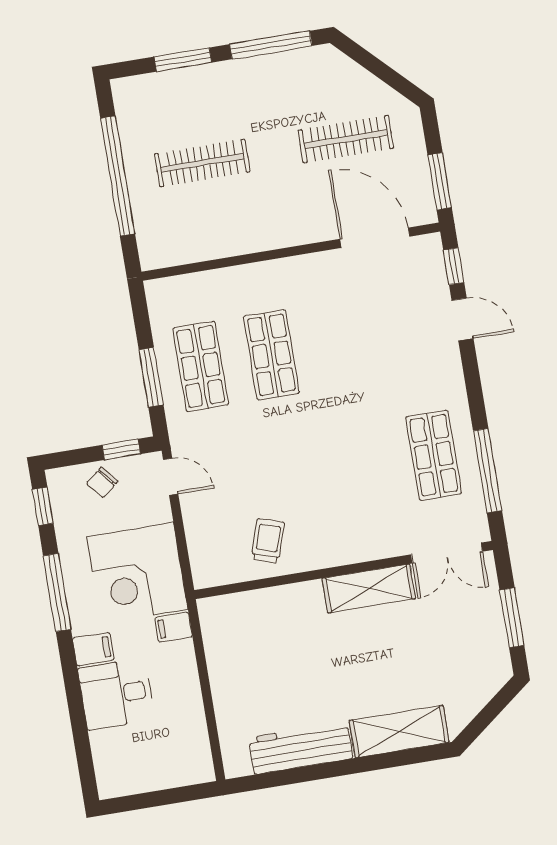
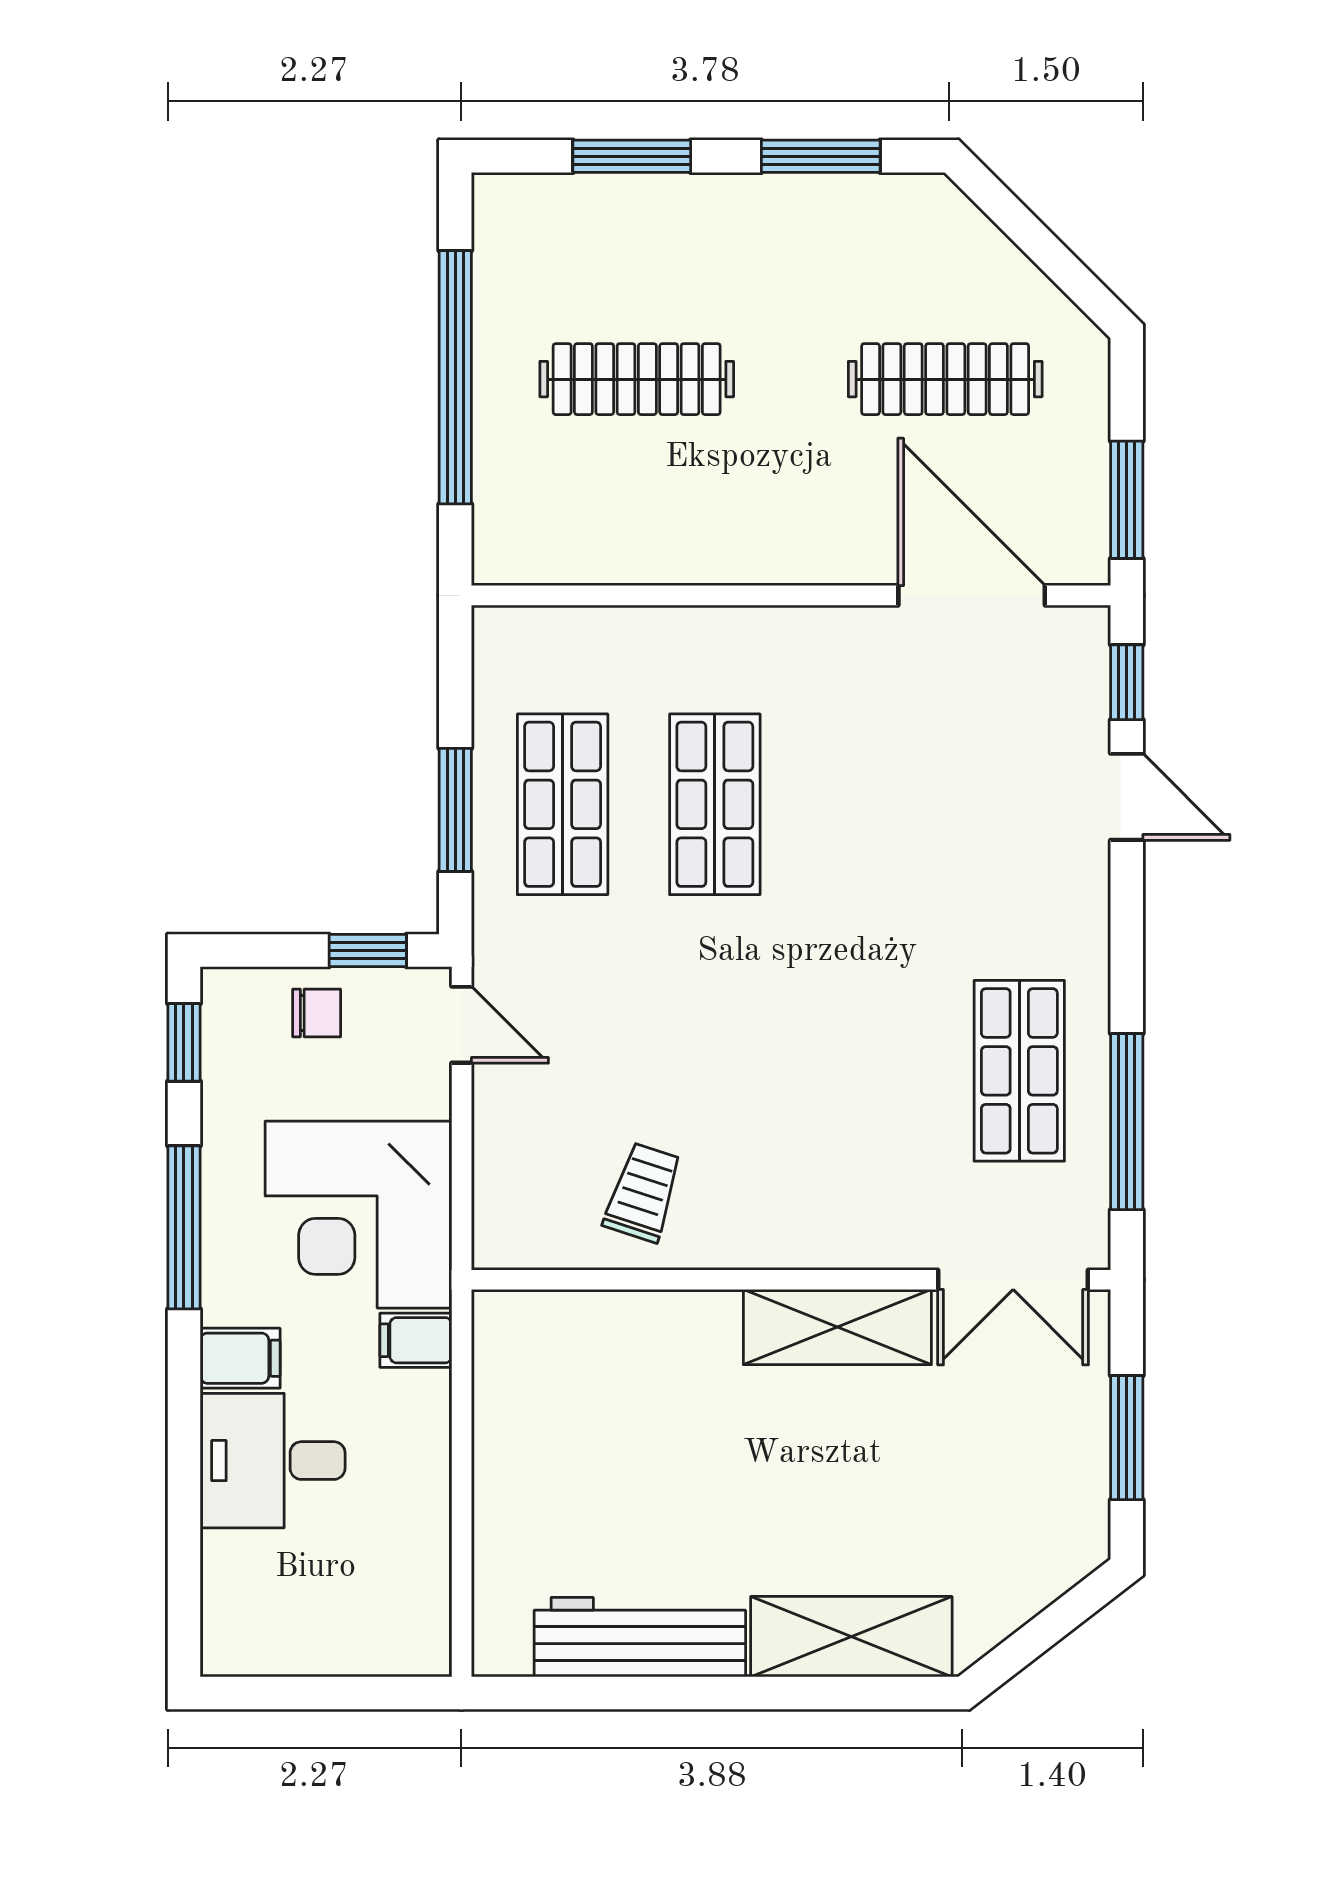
window: (271, 45) -> (821, 156), width x0.69
chair: (102, 483) -> (317, 1013), turned -140

